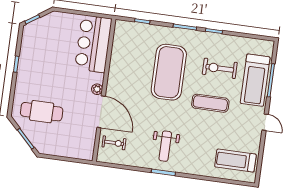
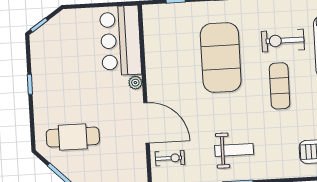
plant: (97, 89) -> (135, 83), moved
exercise mat: (210, 103) -> (280, 86), turned 90
weight bench: (165, 146) -> (234, 150), turned -90

